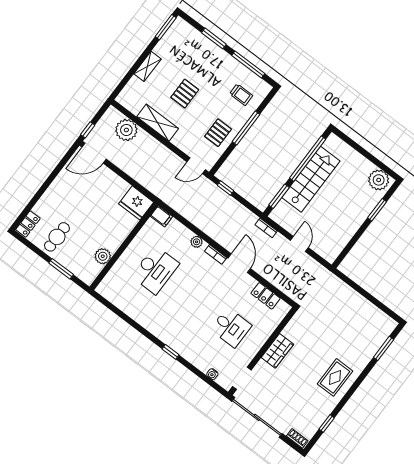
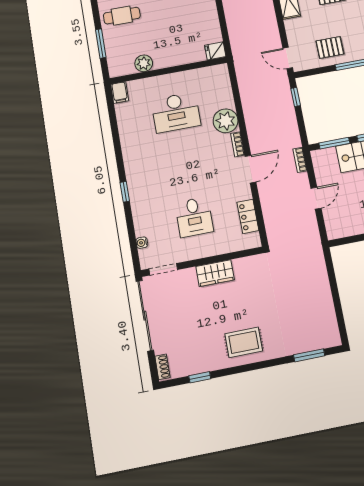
fridge: (136, 203) -> (215, 51), width x0.53, depth x0.75
filing cabinet: (161, 216) -> (120, 93), moved
plant: (197, 242) -> (226, 121), width x1.88, depth x1.88

